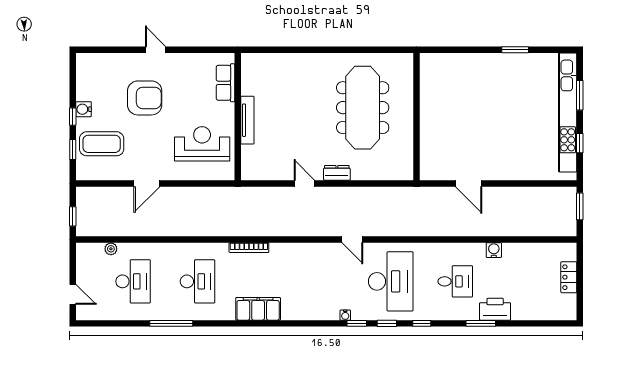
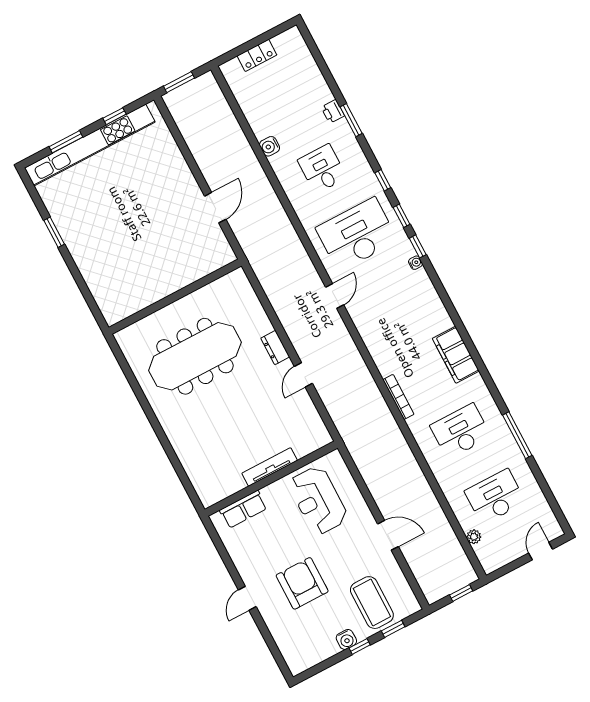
printer: (495, 309) -> (333, 111), width x0.53, depth x0.68

